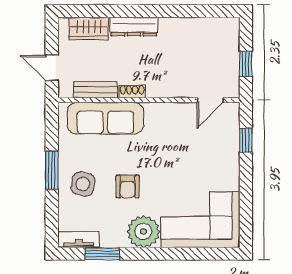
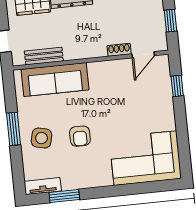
shoe rack: (132, 92) -> (119, 50), moved
plant: (143, 231) -> (98, 173), removed

